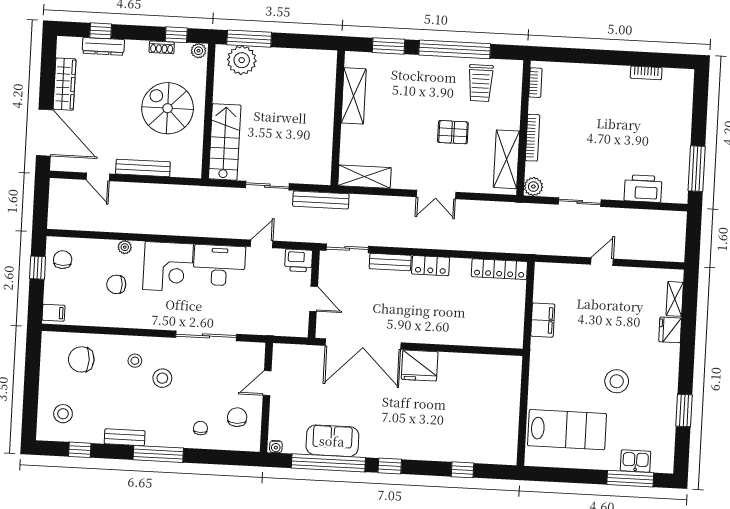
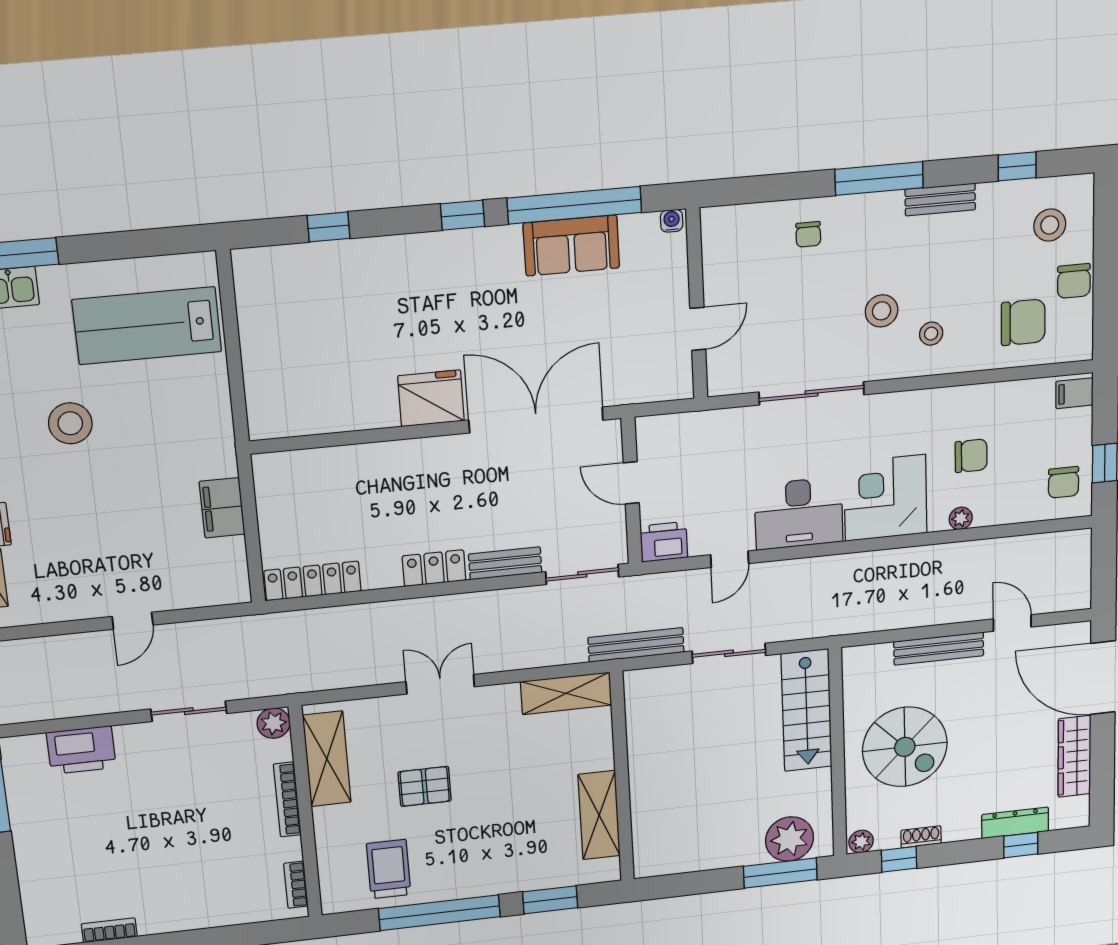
chair: (237, 417) -> (1074, 281), moved

